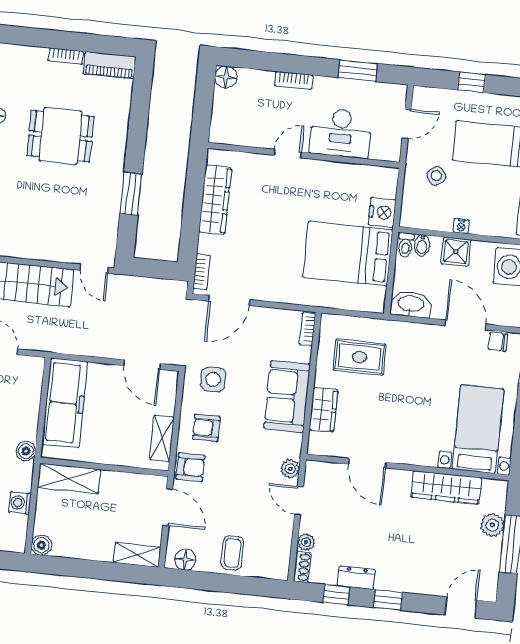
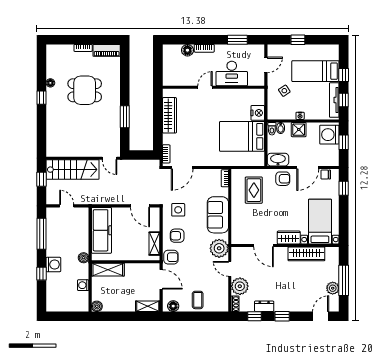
floor lamp: (226, 77) -> (187, 50), moved
door: (465, 325) -> (308, 167), swing flipped
armchair: (416, 341) -> (283, 179), added
rug: (360, 357) -> (254, 190), turned 90
wardrobe: (323, 410) -> (289, 238), moved, turned -90
plant: (290, 469) -> (219, 248), width x1.88, depth x1.88
plant: (492, 525) -> (333, 288), moved
plant: (306, 542) -> (240, 286), width x1.87, depth x1.87

